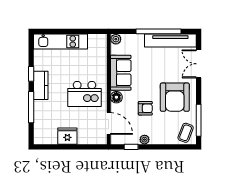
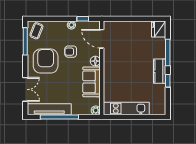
kitchen unit: (60, 41) -> (126, 108), moved
kitchen island: (84, 94) -> (122, 64), removed
fridge: (67, 136) -> (159, 29), moved, turned 90

